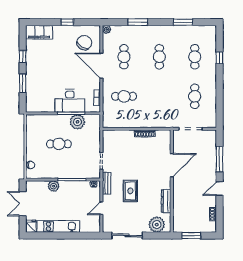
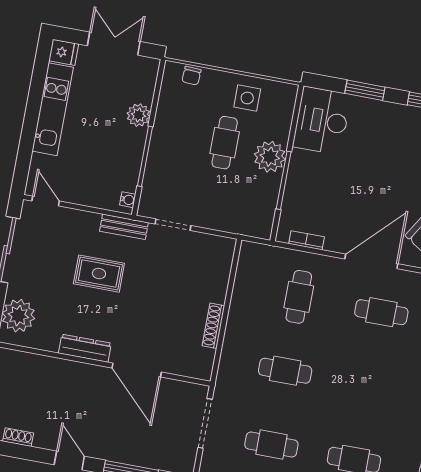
cafe table: (159, 57) -> (285, 371), moved
desk: (70, 101) -> (322, 121), moved
plant: (77, 122) -> (270, 157), moved
side table: (36, 137) -> (247, 98), added
dresser: (166, 201) -> (85, 348), moved
door: (101, 208) -> (46, 201), moved

